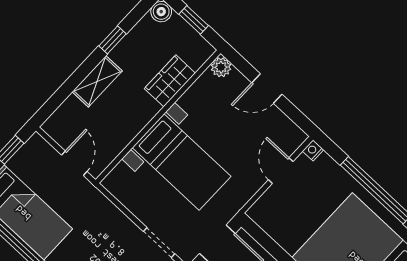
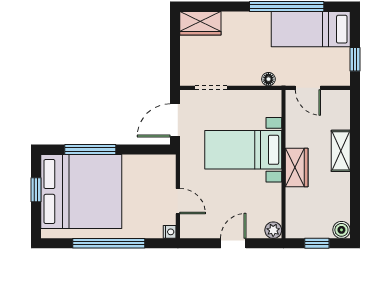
window: (113, 40) -> (355, 185), removed
wardrobe: (170, 81) -> (297, 167), moved
floor lamp: (102, 203) -> (268, 79), added

